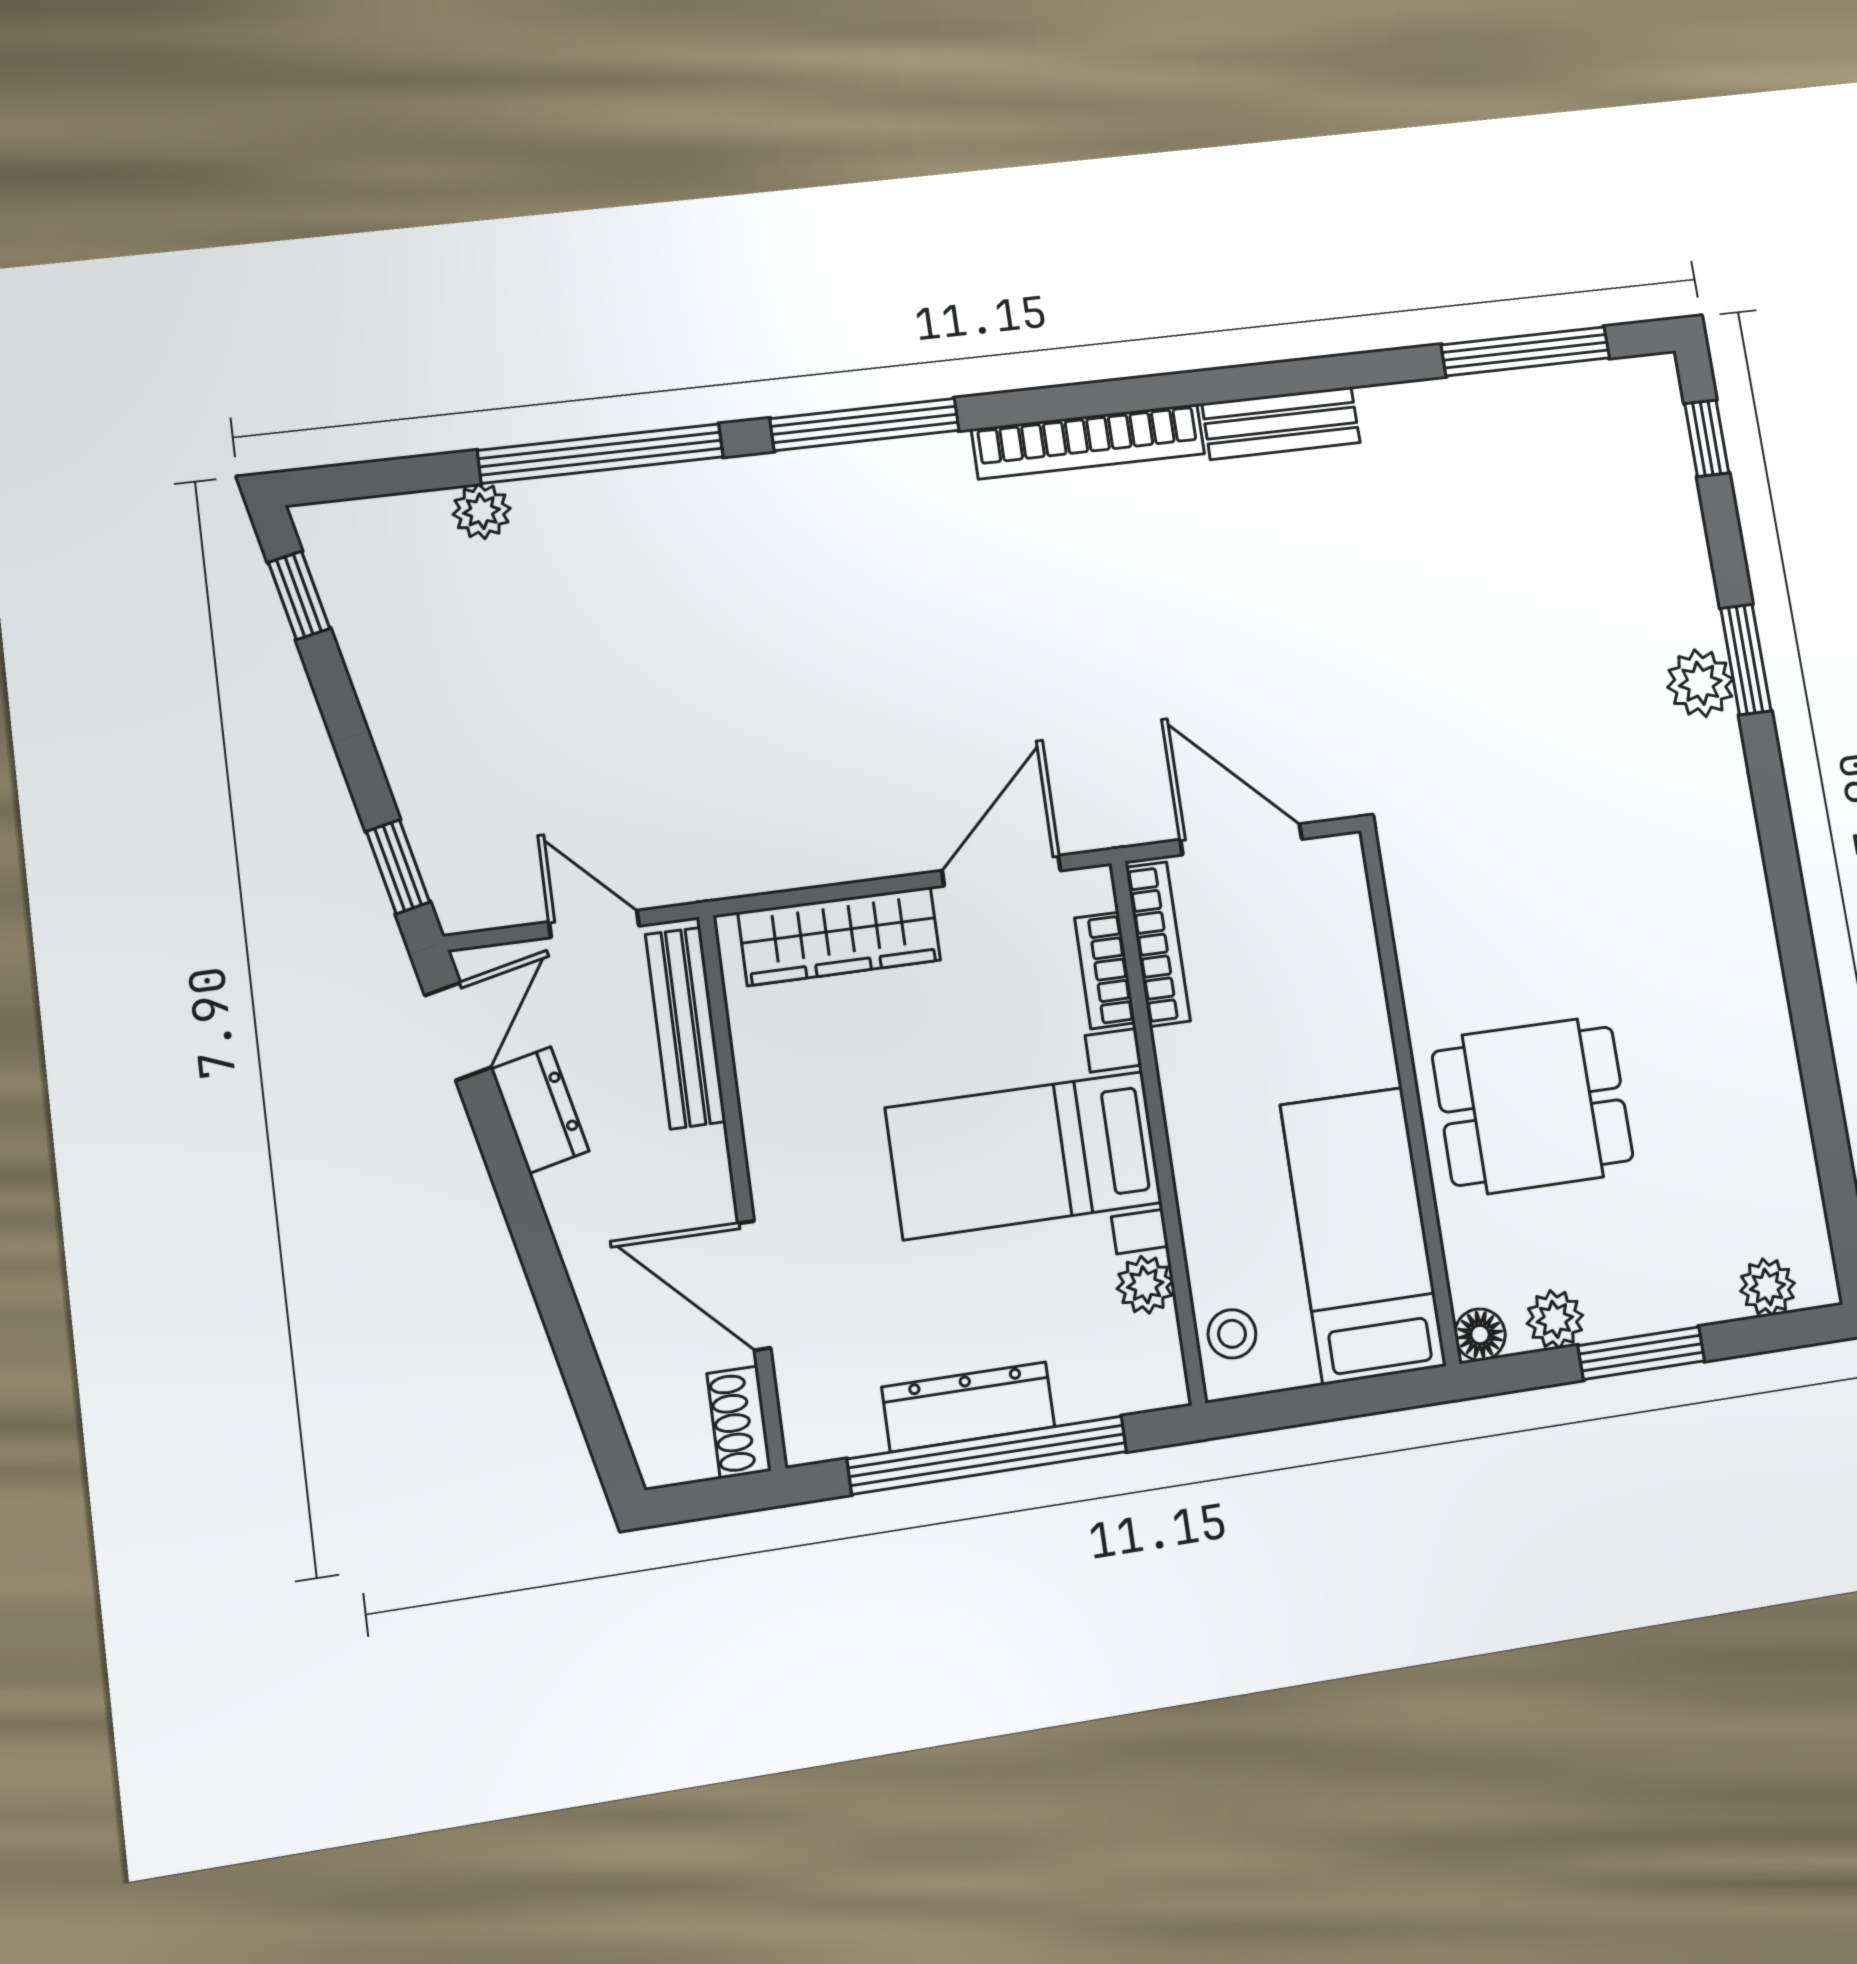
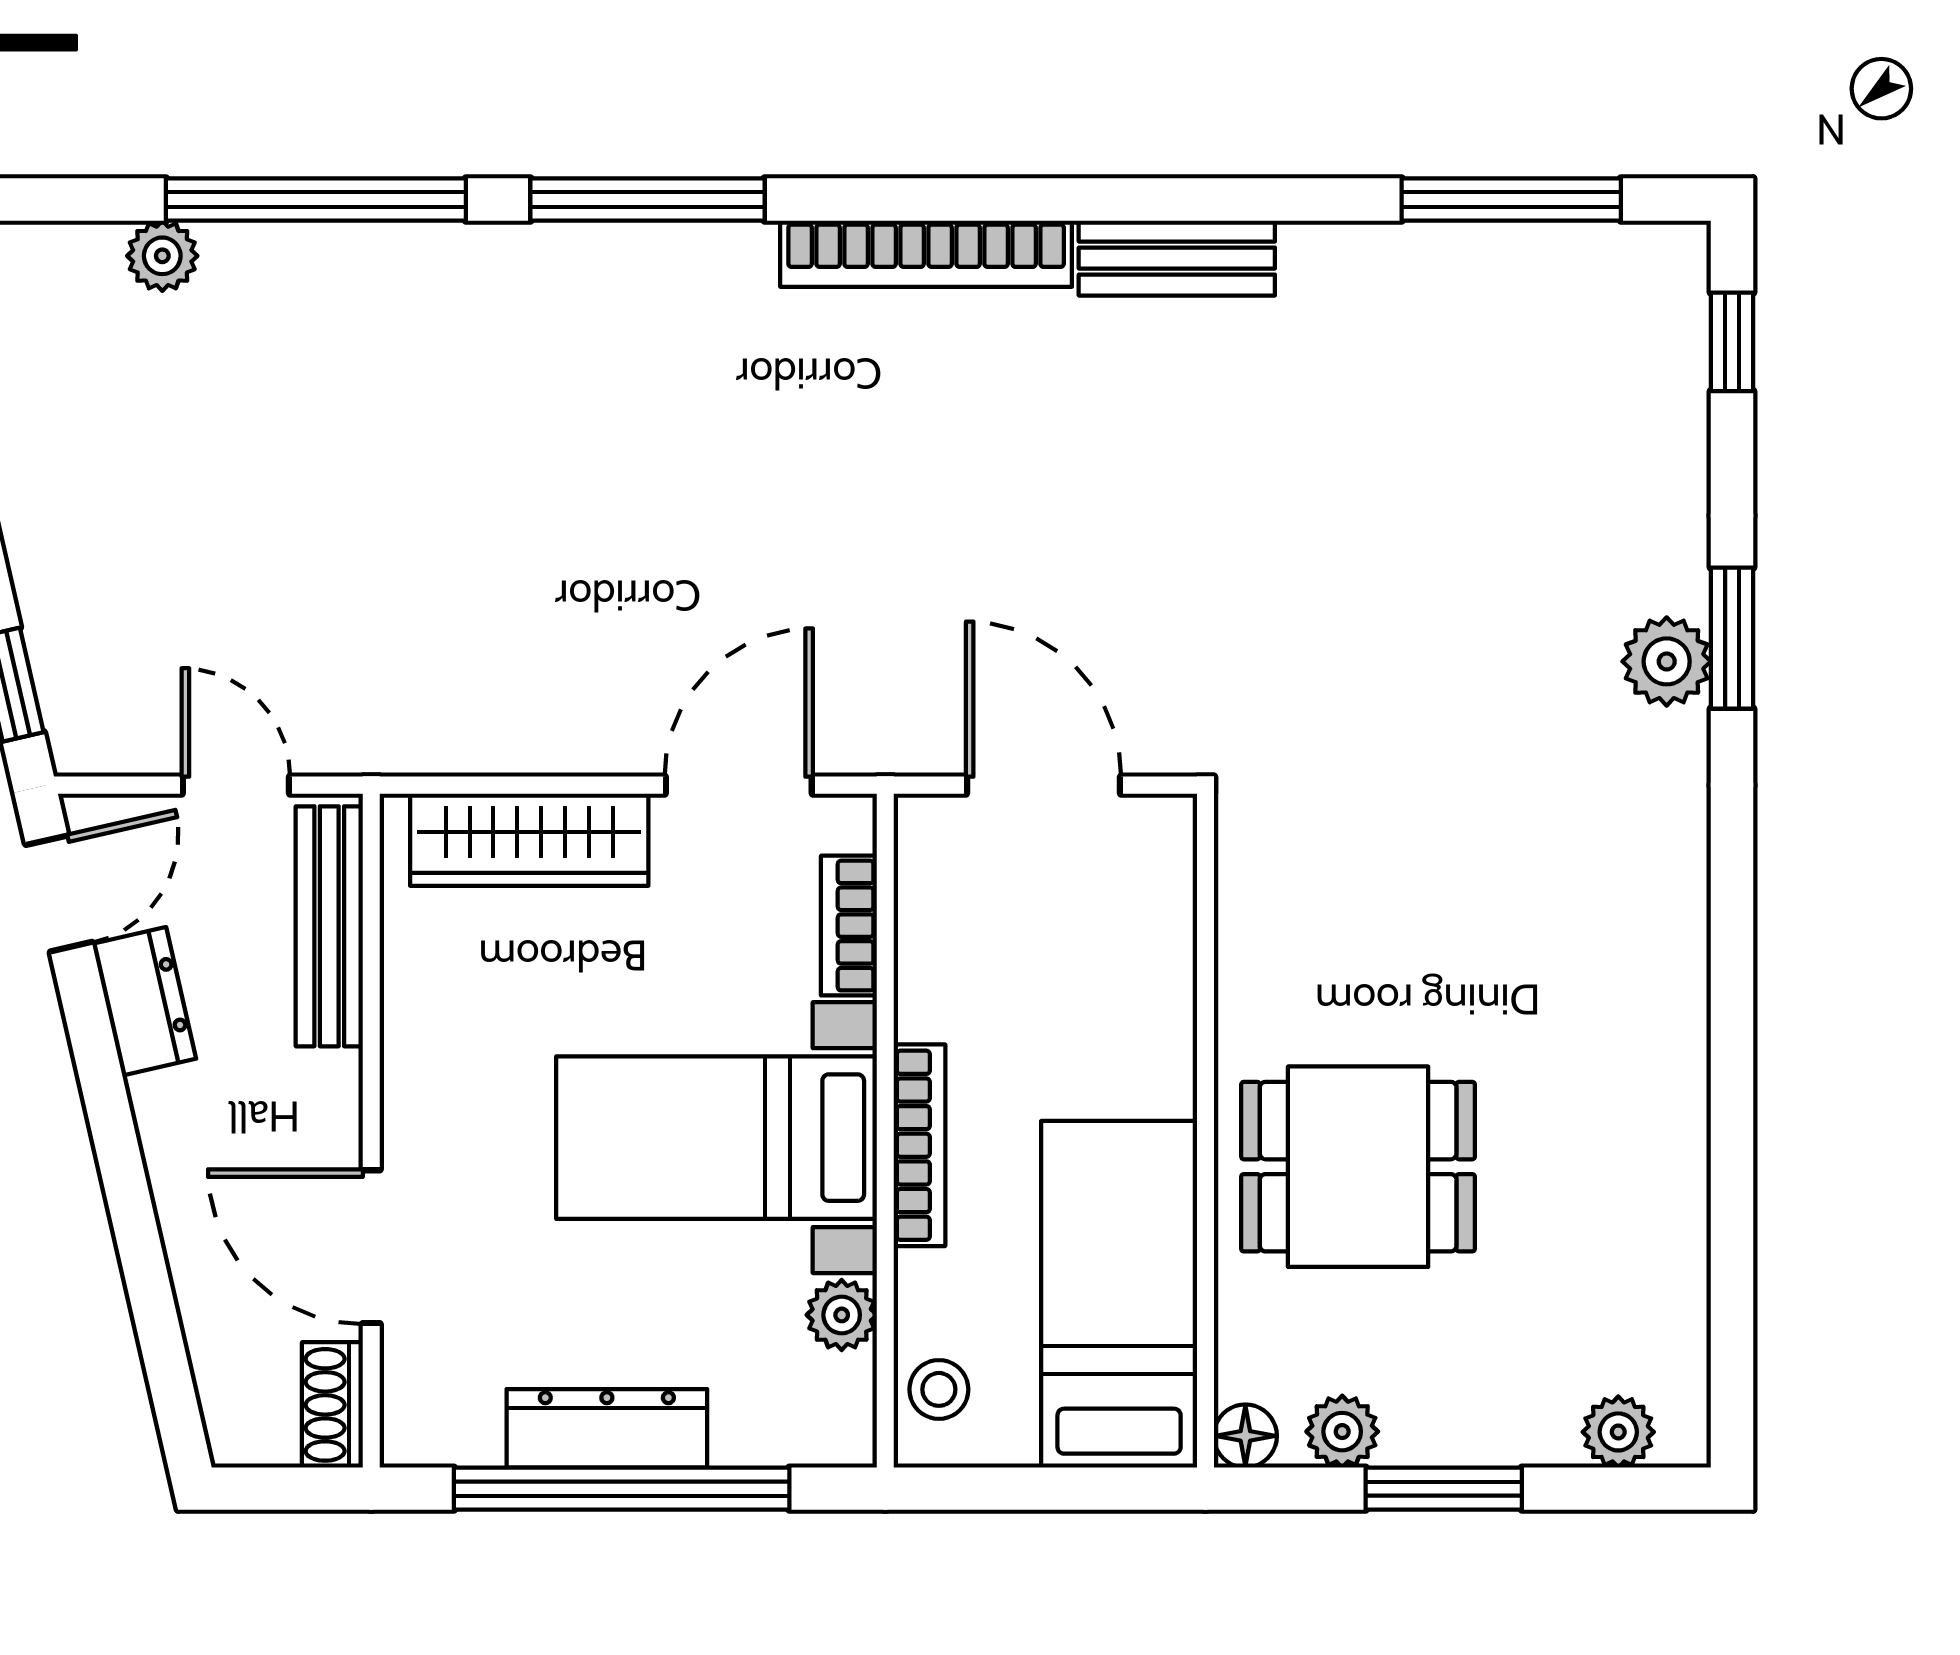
bookcase: (1158, 944) -> (919, 1145), moved

